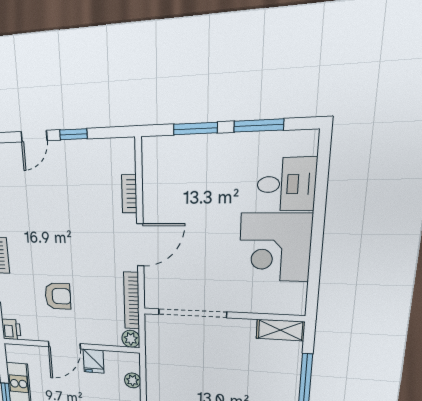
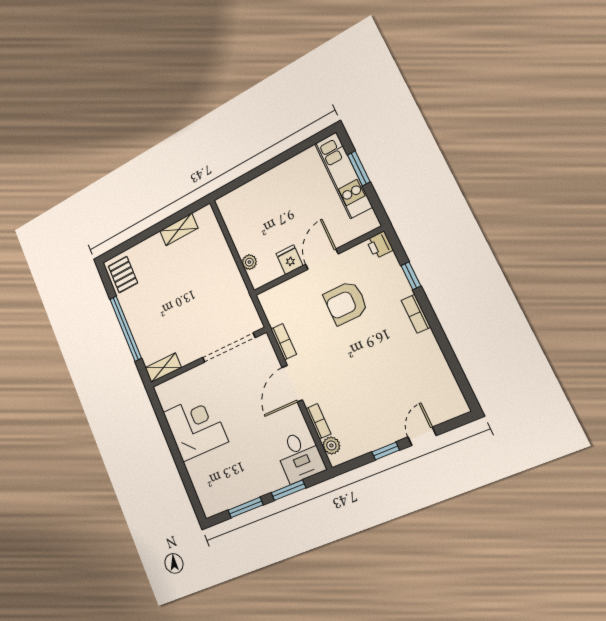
desk: (286, 184) -> (300, 456), moved, turned -90
armchair: (58, 296) -> (346, 303), width x1.38, depth x1.38
bookcase: (132, 301) -> (284, 342), width x0.64
plant: (131, 339) -> (331, 445), moved

